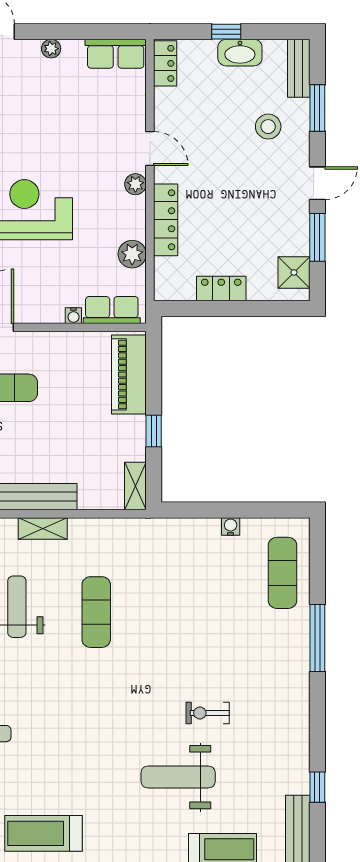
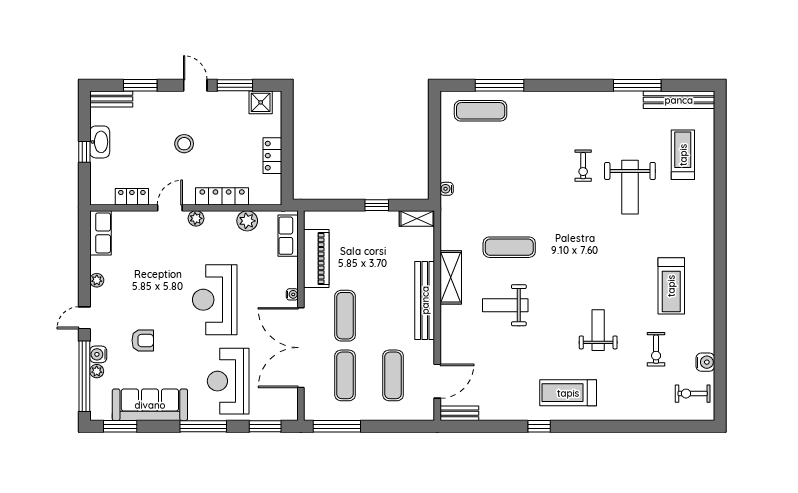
locker: (165, 63) -> (132, 197), moved
stool: (268, 127) -> (184, 144), moved
water cooler: (73, 316) -> (292, 294), moved
piano: (129, 374) -> (316, 259), moved, turned -90
water cooler: (231, 526) -> (447, 189), moved
shelving: (43, 528) -> (451, 277), width x1.50, depth x1.33
window: (317, 638) -> (499, 85), moved
window: (317, 787) -> (637, 85), width x2.17

